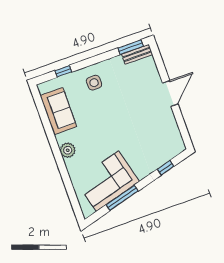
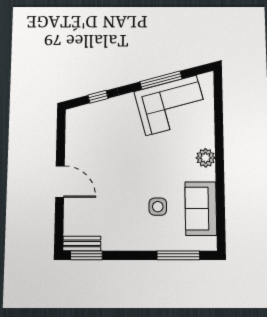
window: (63, 71) -> (178, 255), width x2.17
side table: (94, 83) -> (158, 207), moved
door: (170, 94) -> (60, 182), swing flipped

